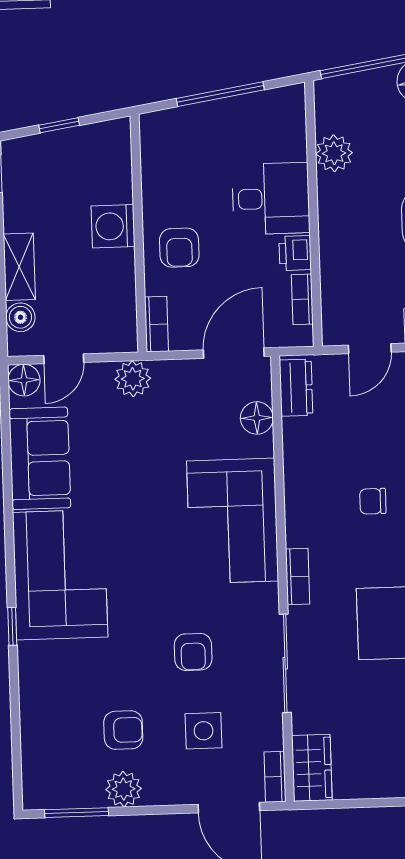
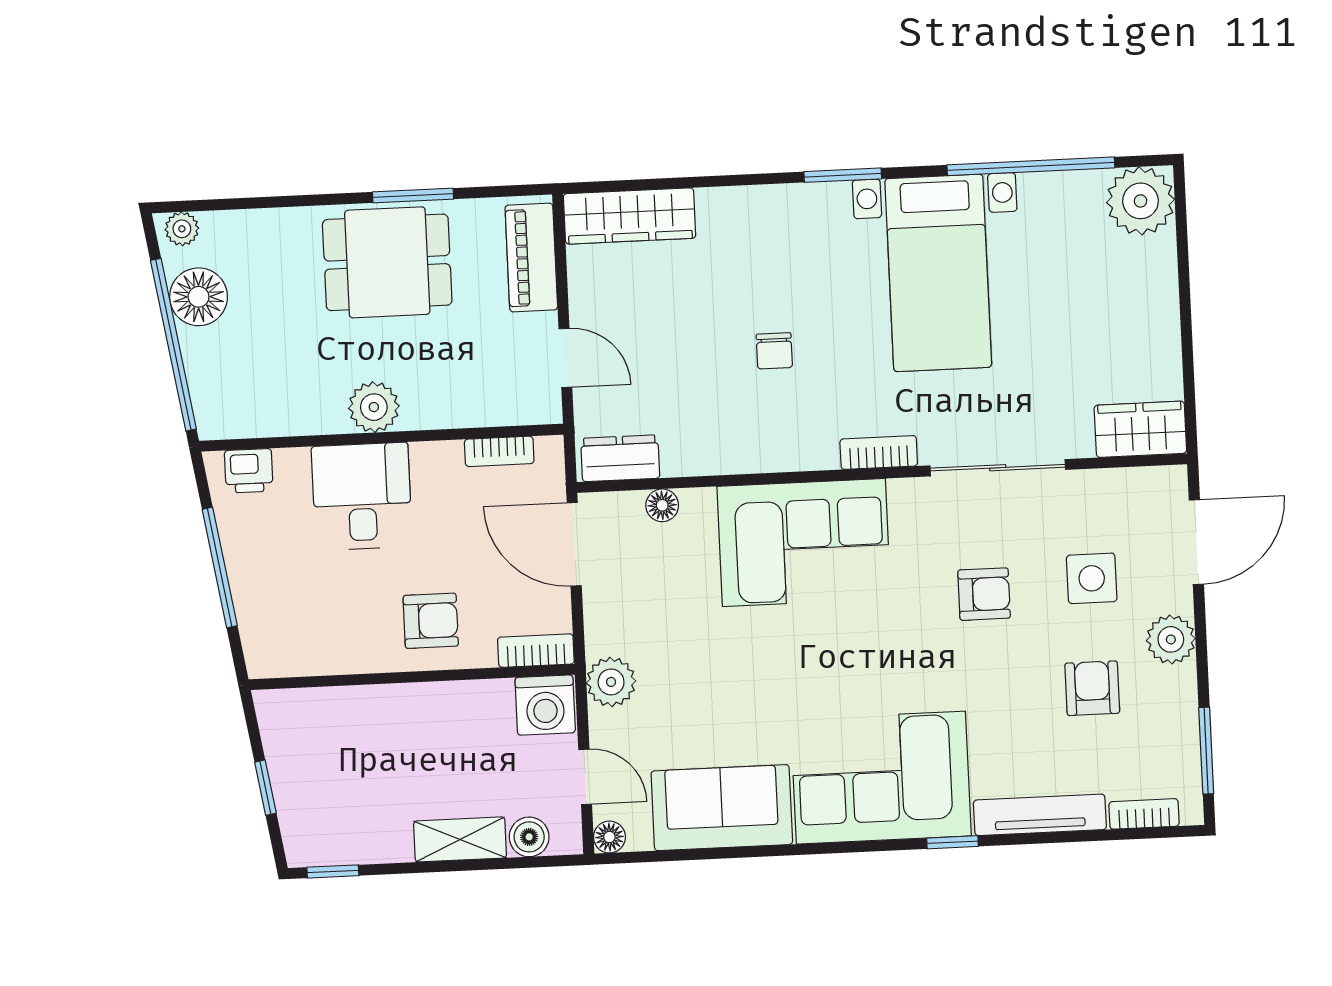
plant: (334, 153) -> (374, 407), moved
washing machine: (113, 226) -> (545, 705), moved
printer: (295, 253) -> (249, 471), moved
floor lamp: (24, 380) -> (609, 837), width x0.73, depth x0.73
floor lamp: (257, 418) -> (662, 505), width x0.73, depth x0.73
tv unit: (31, 690) -> (1040, 815), added
bookcase: (275, 777) -> (1144, 814), moved, turned 180
plant: (124, 789) -> (1171, 639), moved

